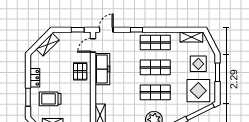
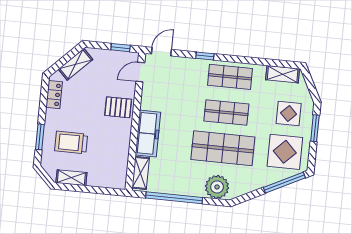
freezer: (102, 69) -> (148, 134), moved
pallet: (80, 71) -> (118, 107), turned 90
locker: (35, 78) -> (54, 95), moved
shop shelf: (155, 92) -> (223, 148), width x1.43, depth x1.36

